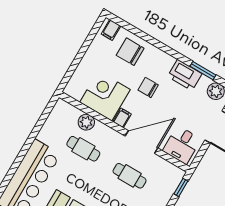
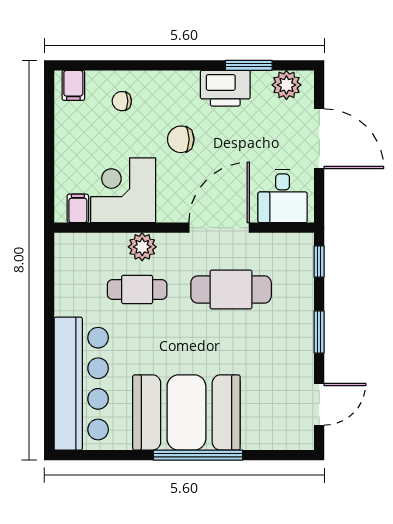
chair: (130, 52) -> (122, 101), width x0.54, depth x0.54
filing cabinet: (122, 118) -> (78, 208), moved
plant: (86, 122) -> (142, 247), moved
cafe table: (130, 176) -> (231, 290), width x1.37, depth x1.35

